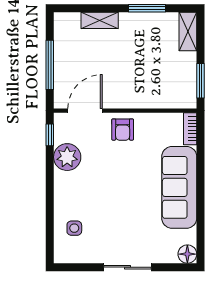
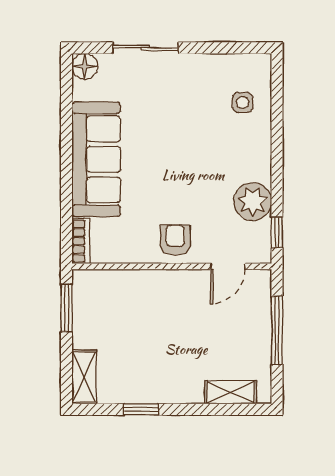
window: (147, 8) -> (141, 409), width x0.67
shelving: (100, 20) -> (231, 392), moved
door: (85, 111) -> (228, 266), width x0.73
sliding door: (127, 267) -> (145, 48), moved

